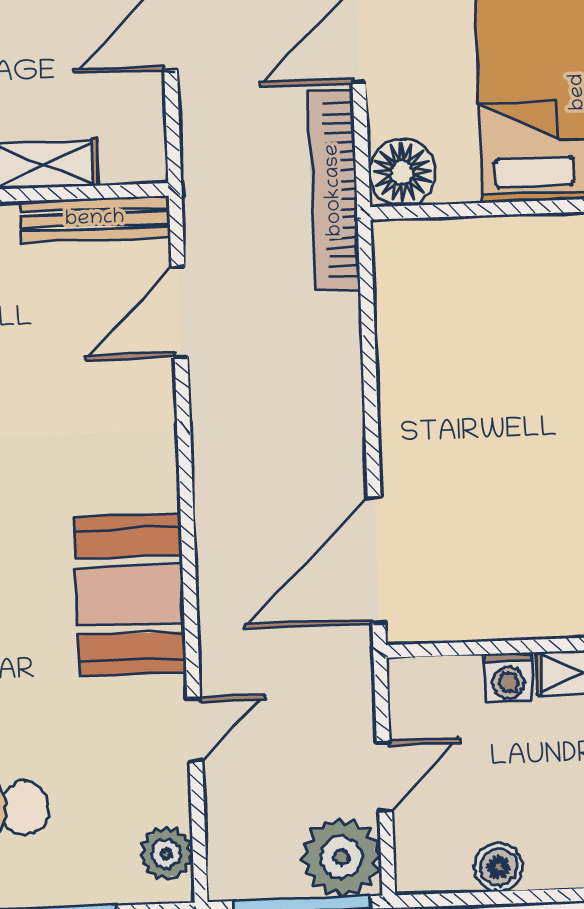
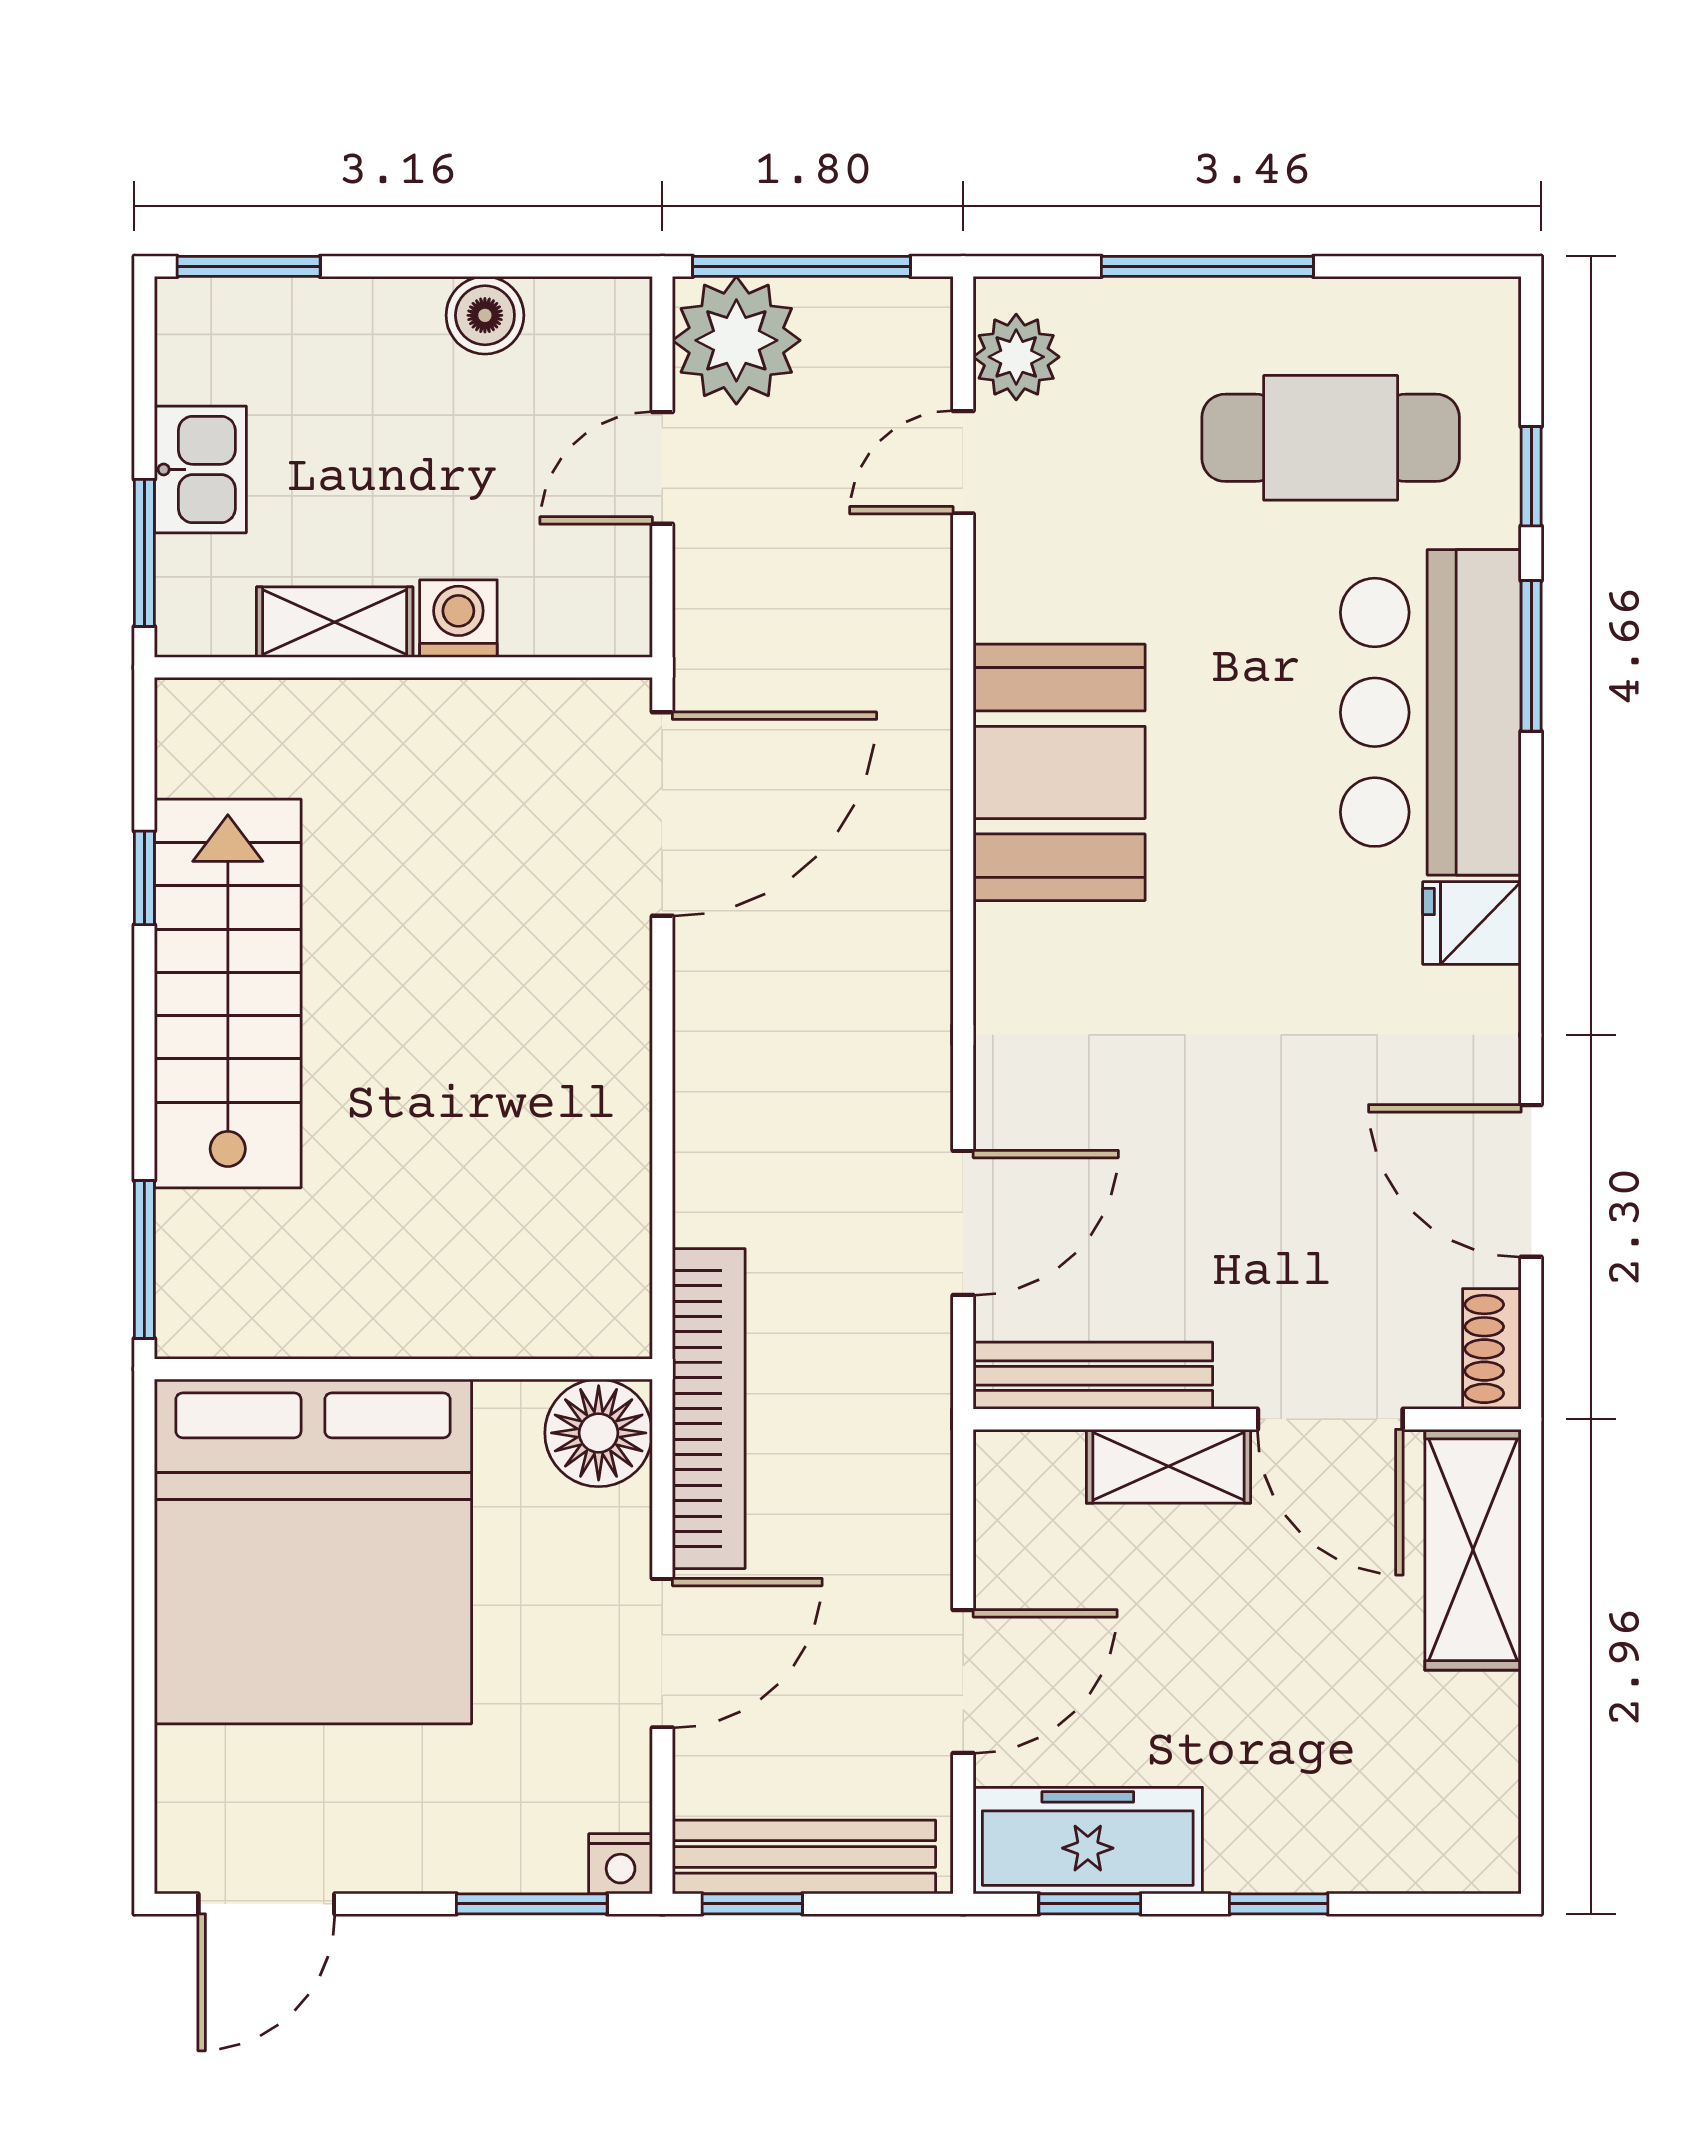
door: (195, 730) -> (963, 462), moved

